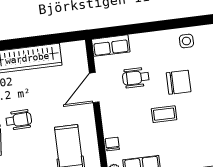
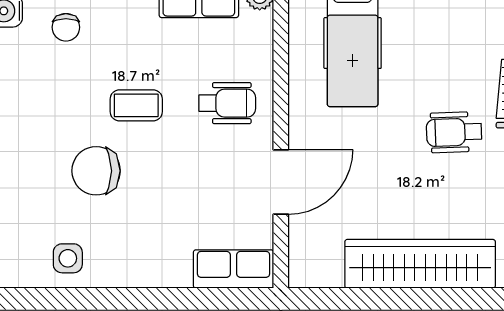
wheelchair: (136, 78) -> (227, 103), moved
chair: (112, 144) -> (66, 27), moved

